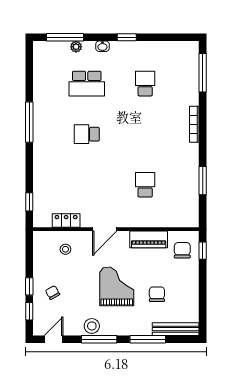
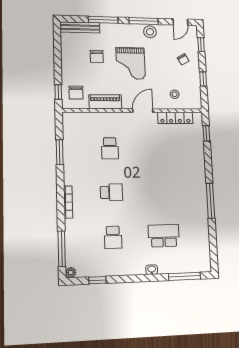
window: (127, 37) -> (97, 280), moved
plant: (76, 47) -> (71, 273), moved
school desk: (87, 134) -> (111, 192), moved
locker: (66, 221) -> (175, 118), width x1.53
window: (29, 286) -> (203, 79), moved

